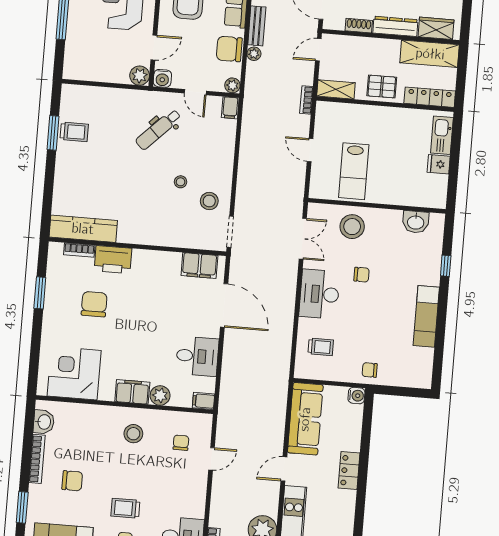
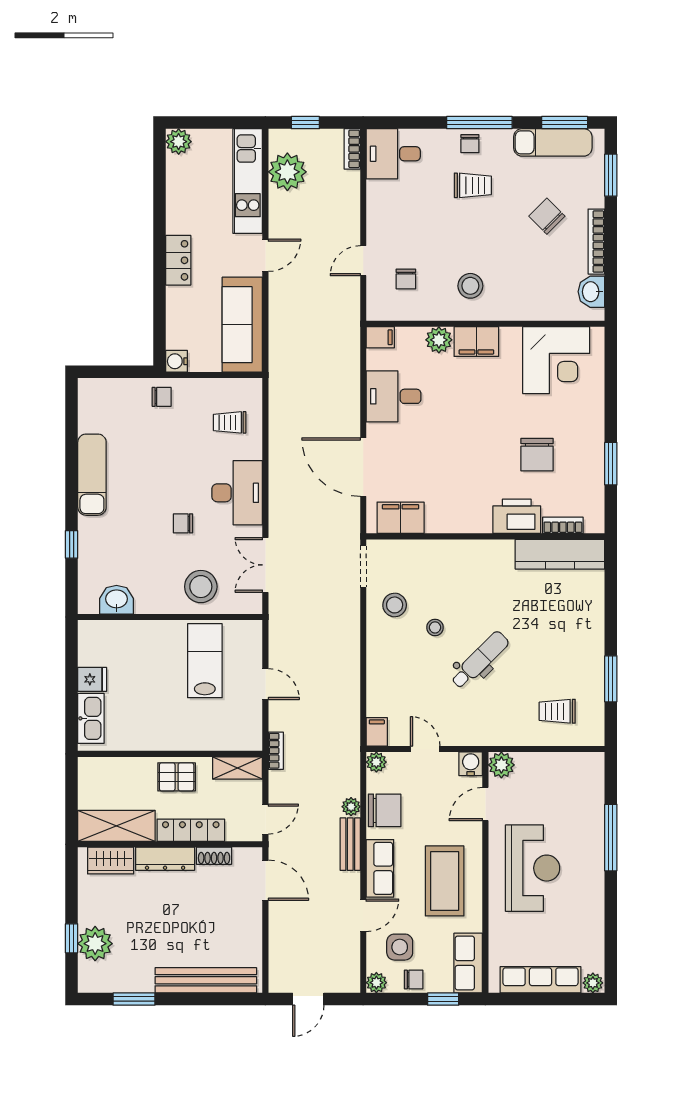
locker: (430, 97) -> (191, 830), moved, turned 180
dental chair: (158, 129) -> (480, 660), moved
trolley: (74, 132) -> (557, 711), moved
chair: (72, 481) -> (547, 216), turned 45

